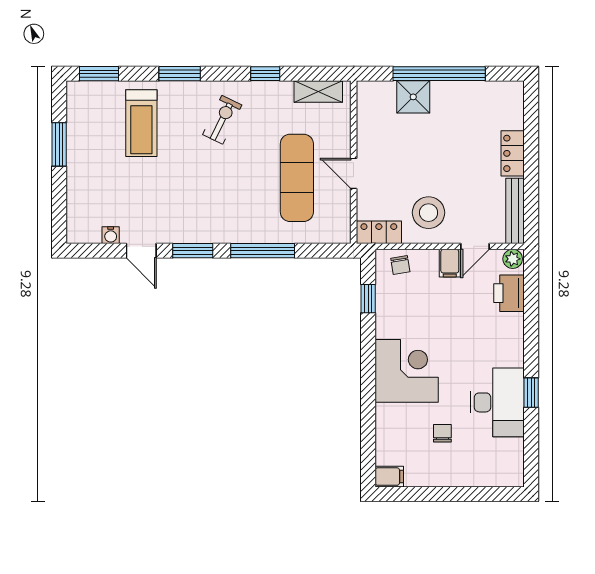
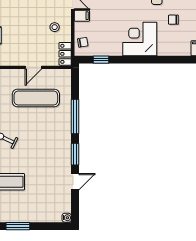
stool: (429, 213) -> (55, 27), width x0.53, depth x0.53
water cooler: (111, 235) -> (67, 218), moved

